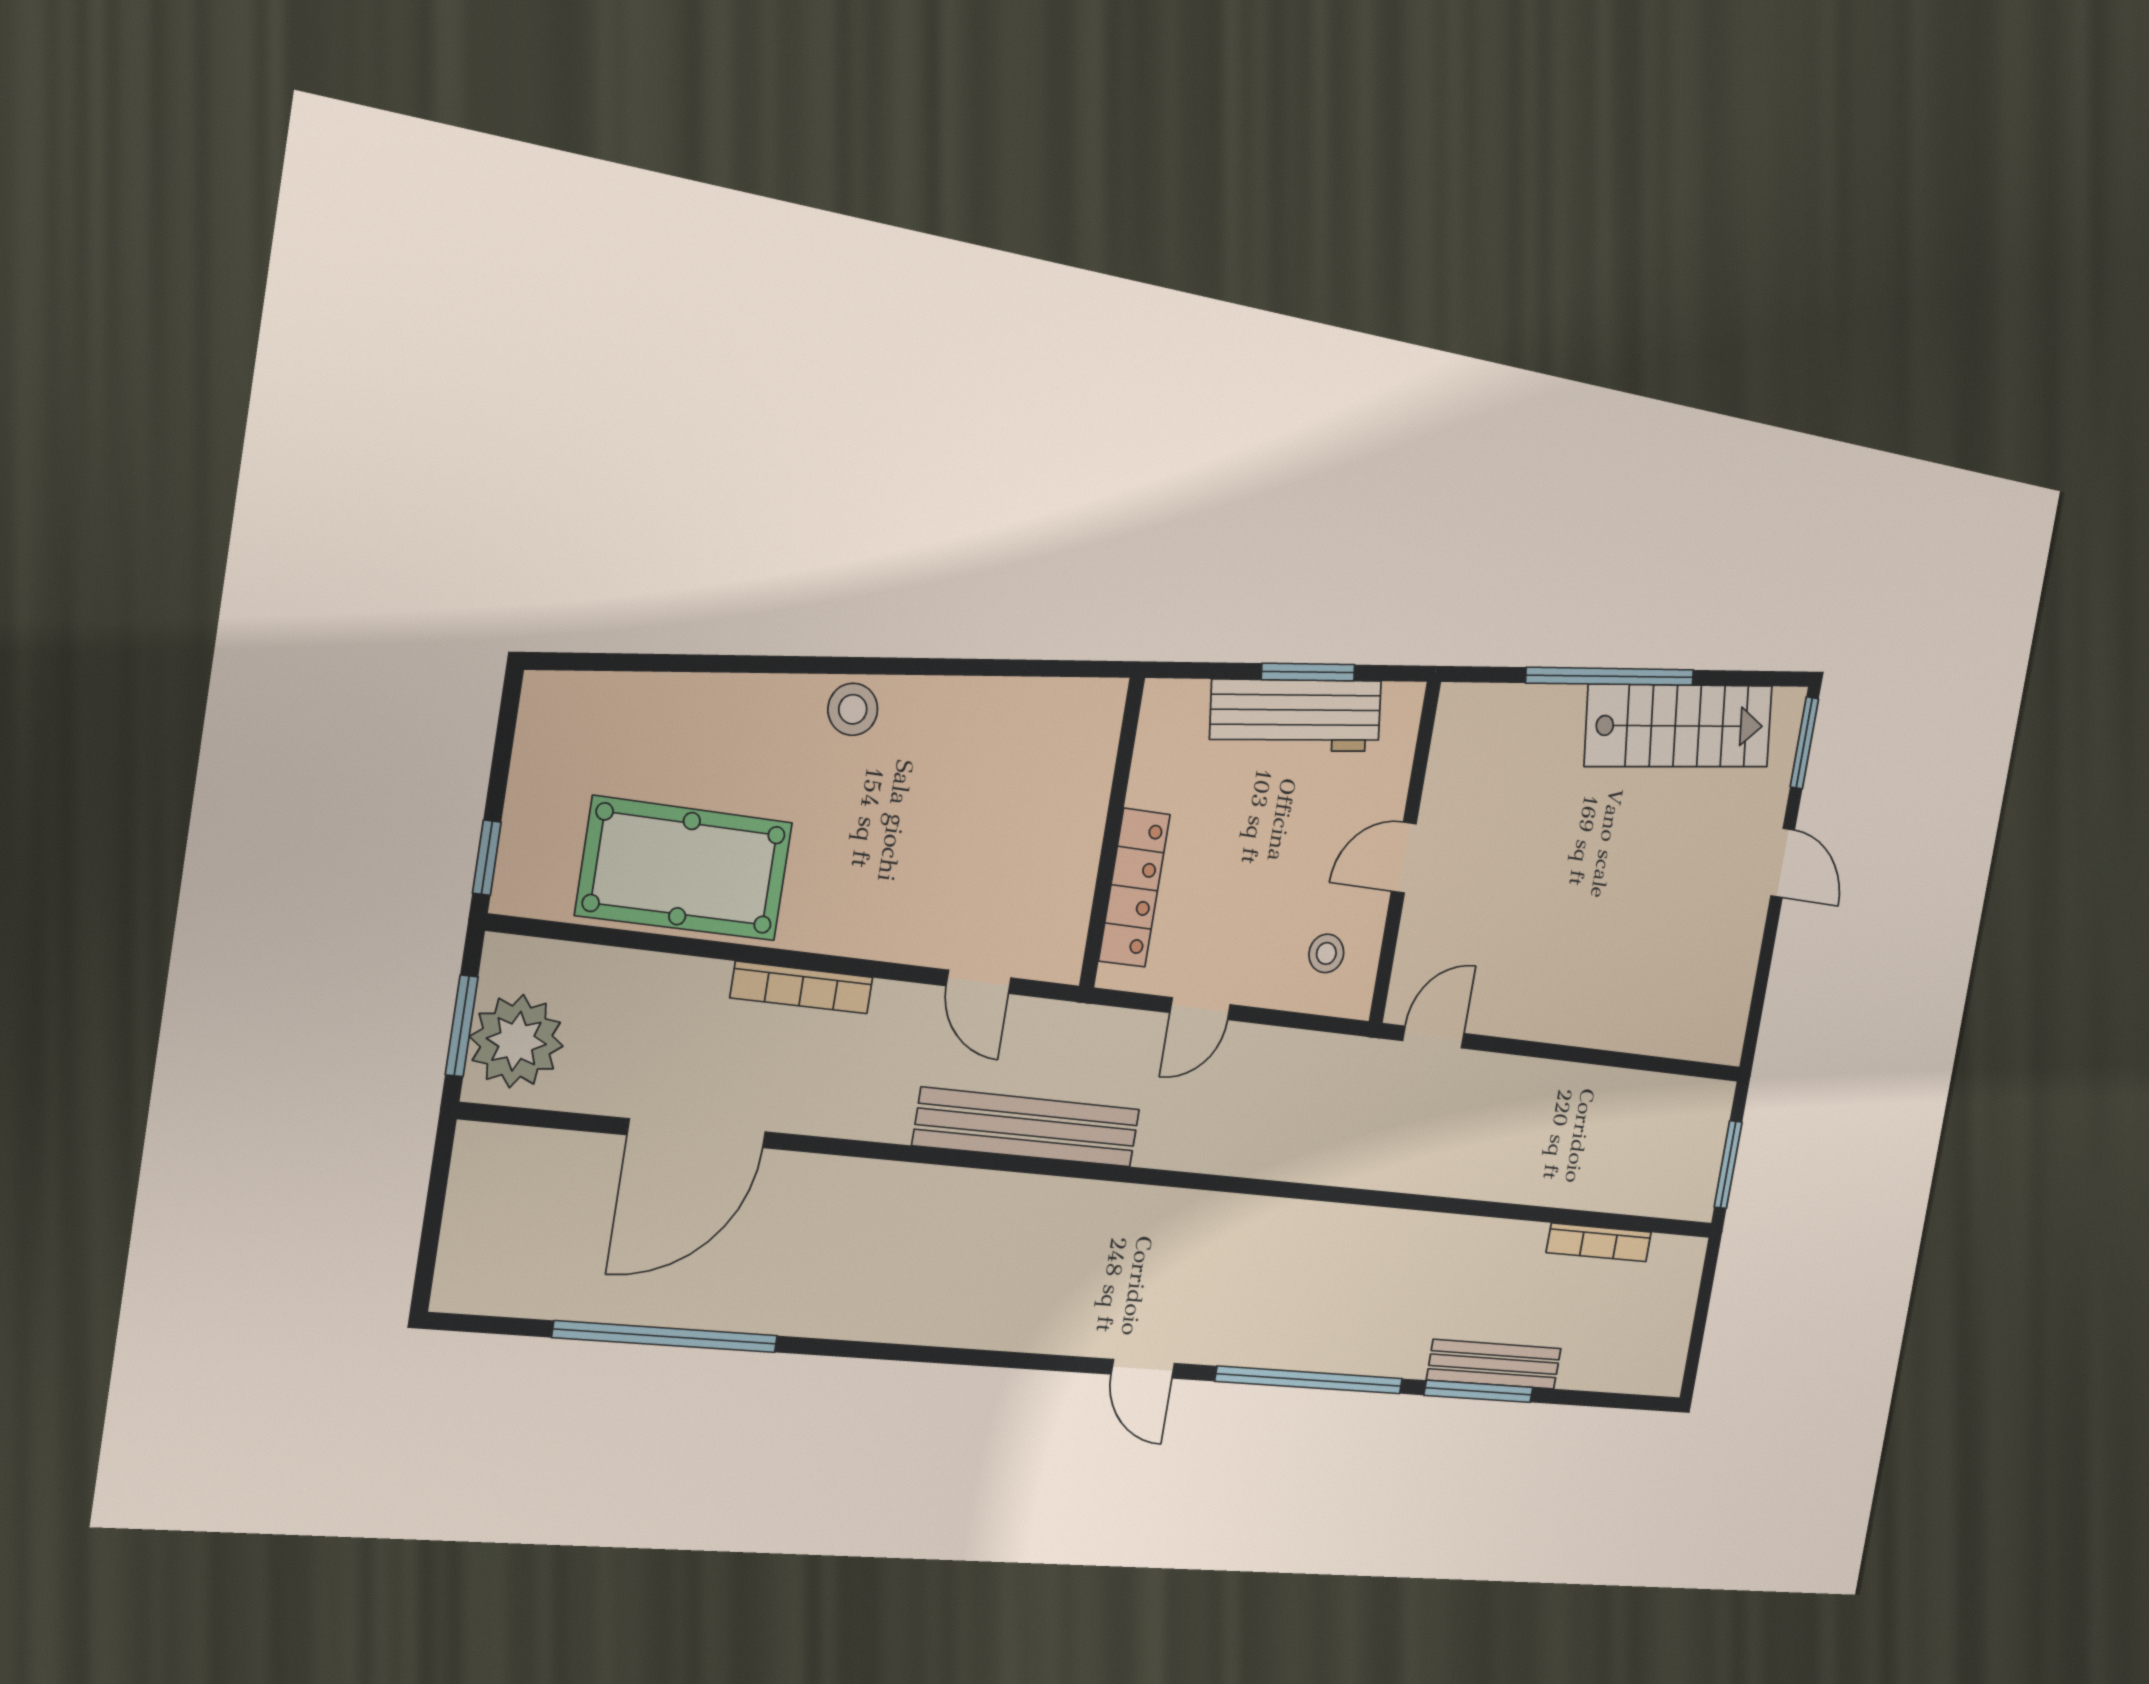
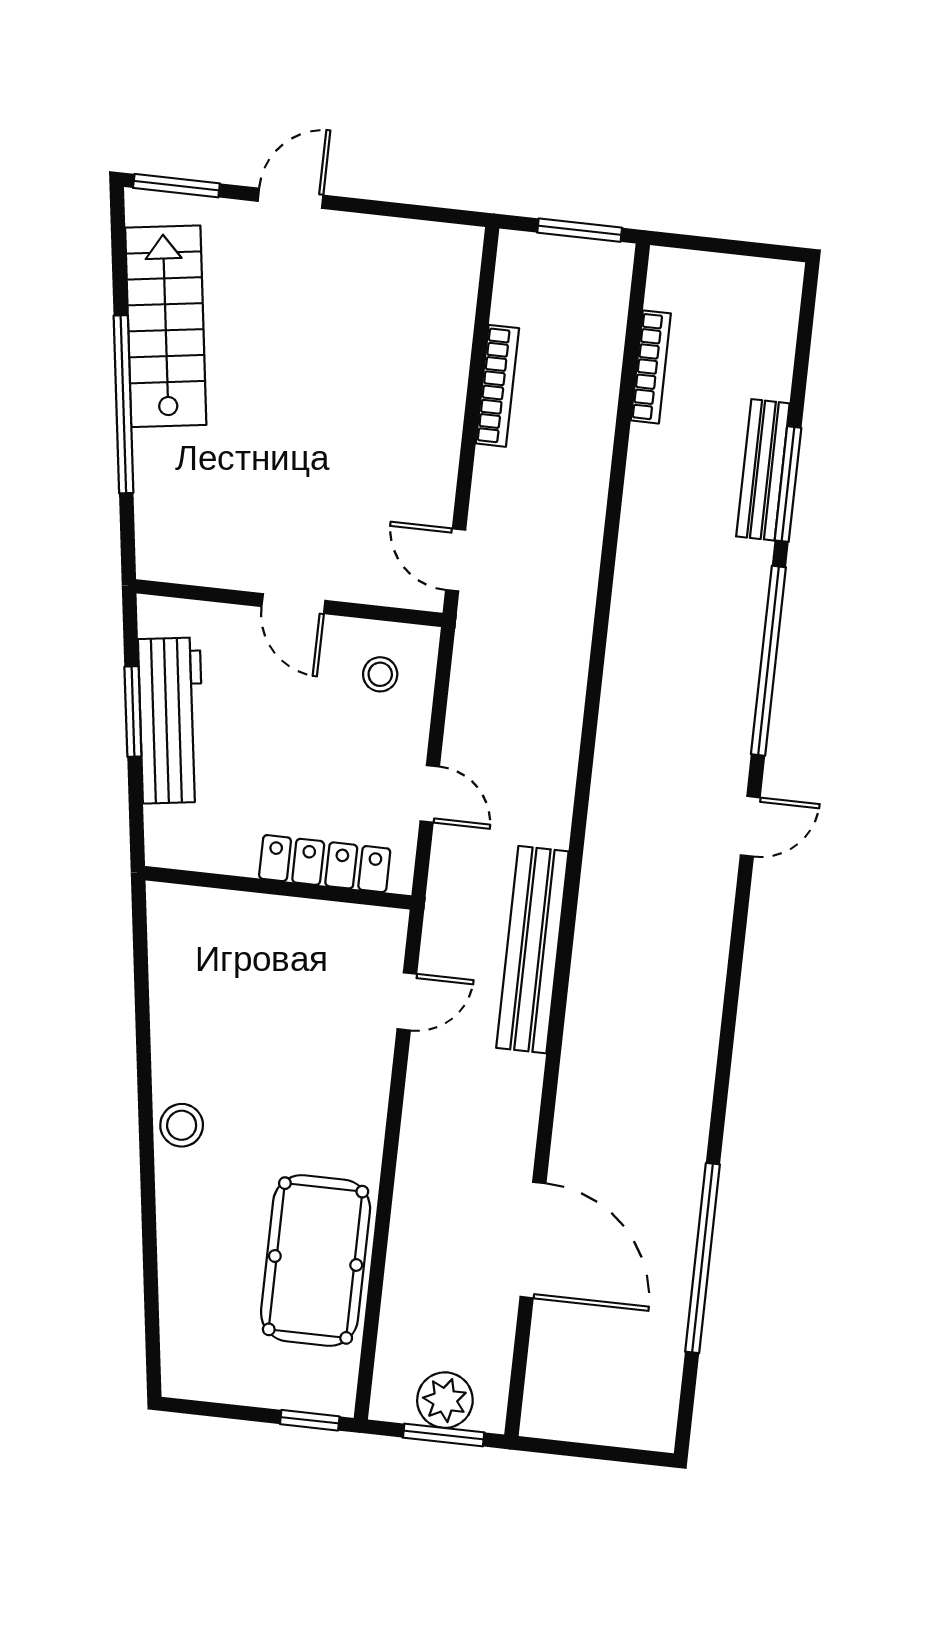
bookcase: (802, 988) -> (497, 386), moved
plant: (516, 1041) -> (445, 1400), width x0.73, depth x0.73

